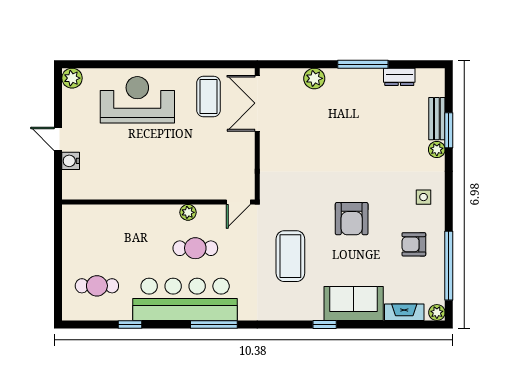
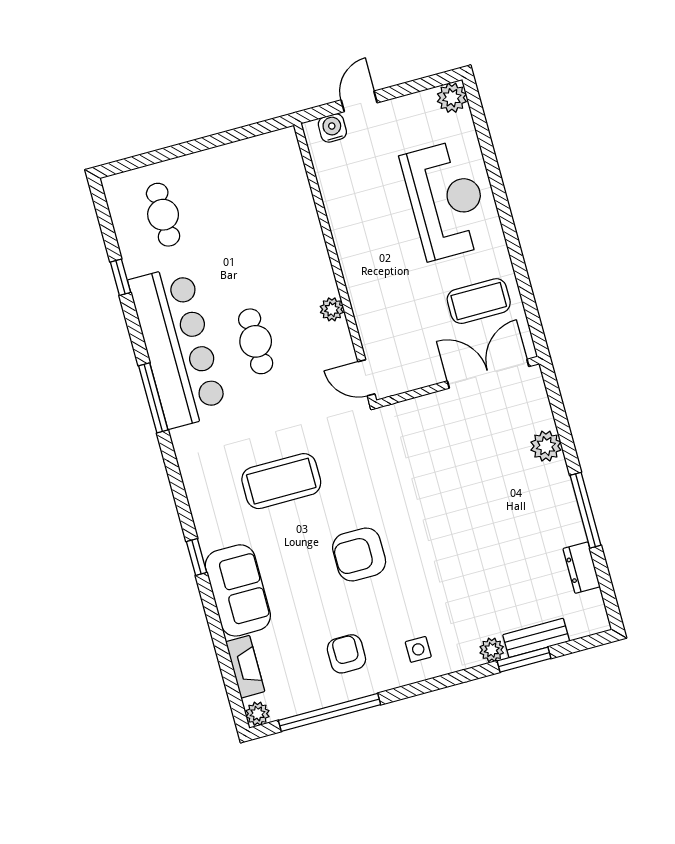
wall: (158, 202) -> (335, 263), moved
door: (238, 202) -> (366, 378), moved
plant: (188, 212) -> (332, 309), moved

